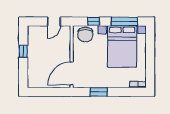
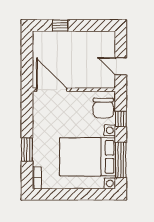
chair: (85, 35) -> (103, 108), turned -90
window: (23, 51) -> (60, 25), moved
window: (99, 92) -> (27, 150), moved

